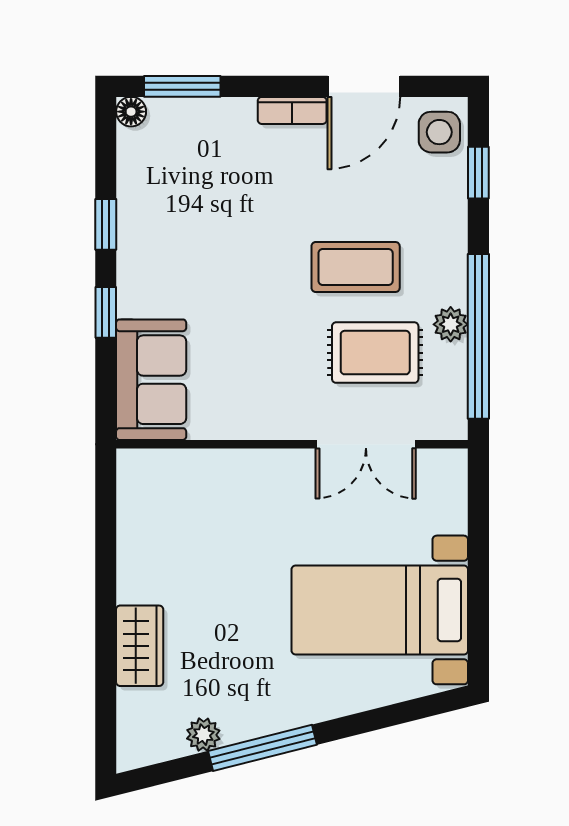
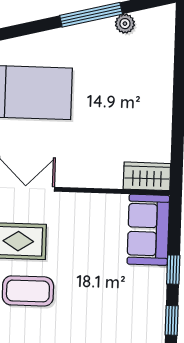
wardrobe: (140, 646) -> (147, 176), moved, turned 90

